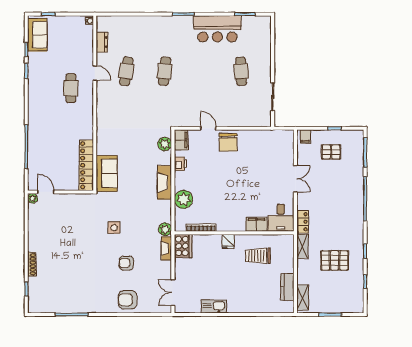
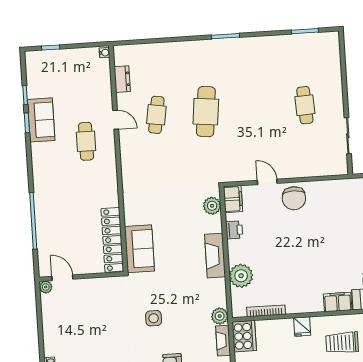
bar counter: (217, 29) -> (271, 52), removed
sofa: (37, 35) -> (41, 120), moved
cafe table: (165, 71) -> (206, 112), width x1.37, depth x1.35

